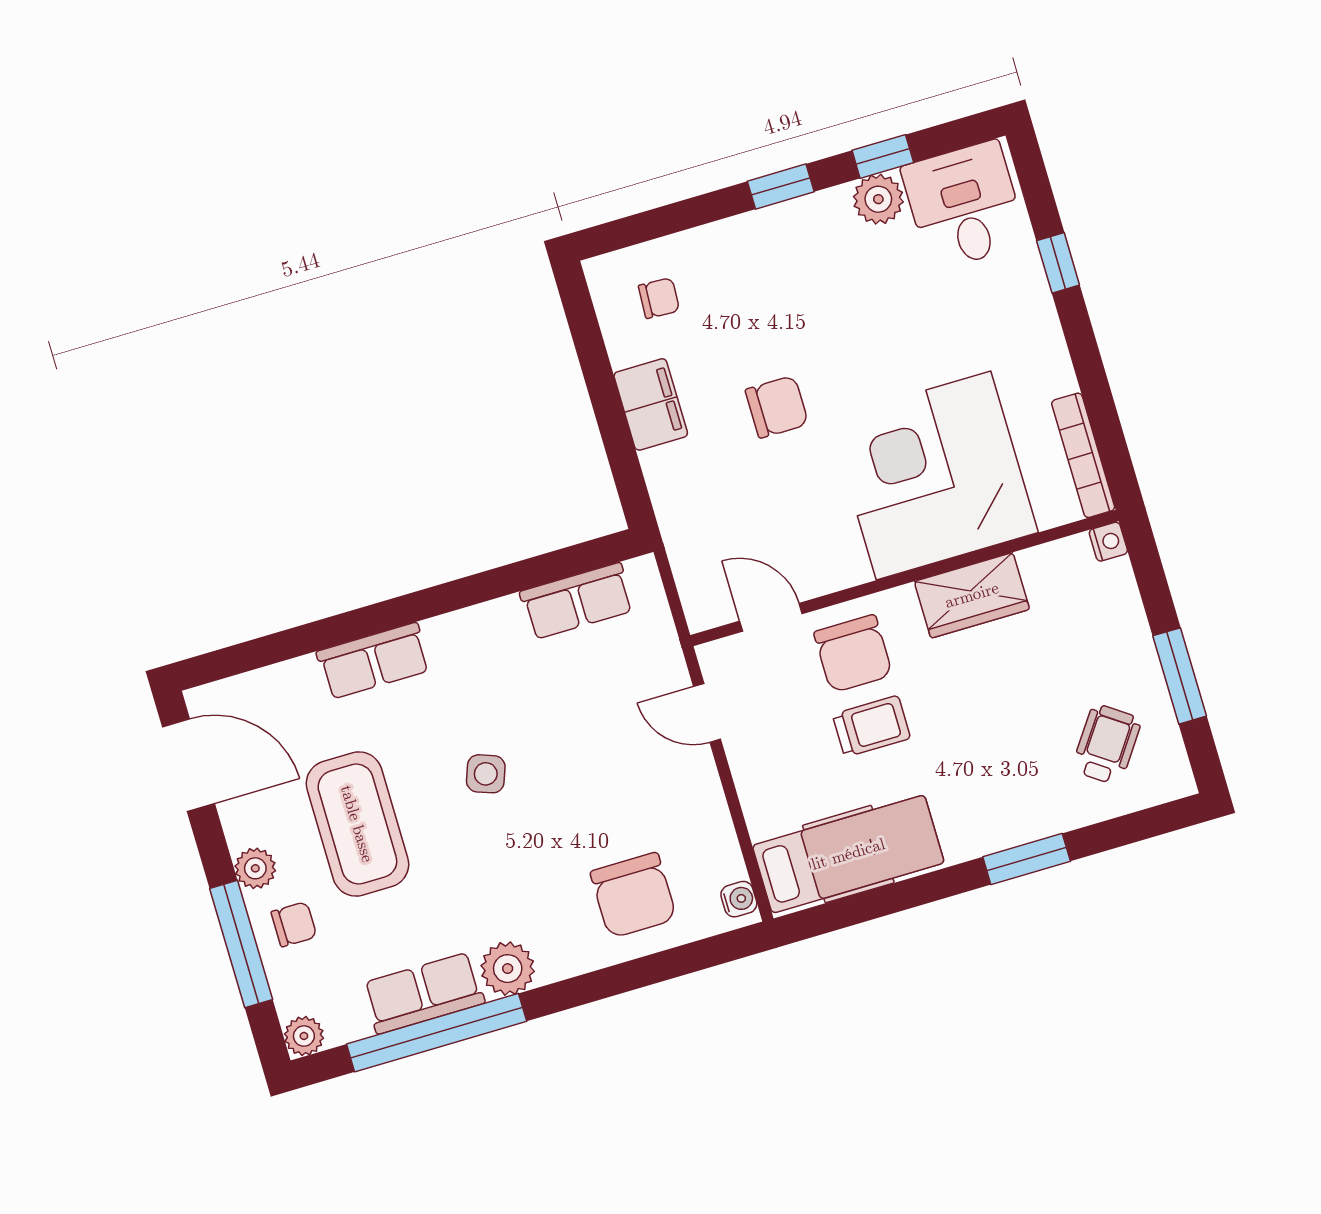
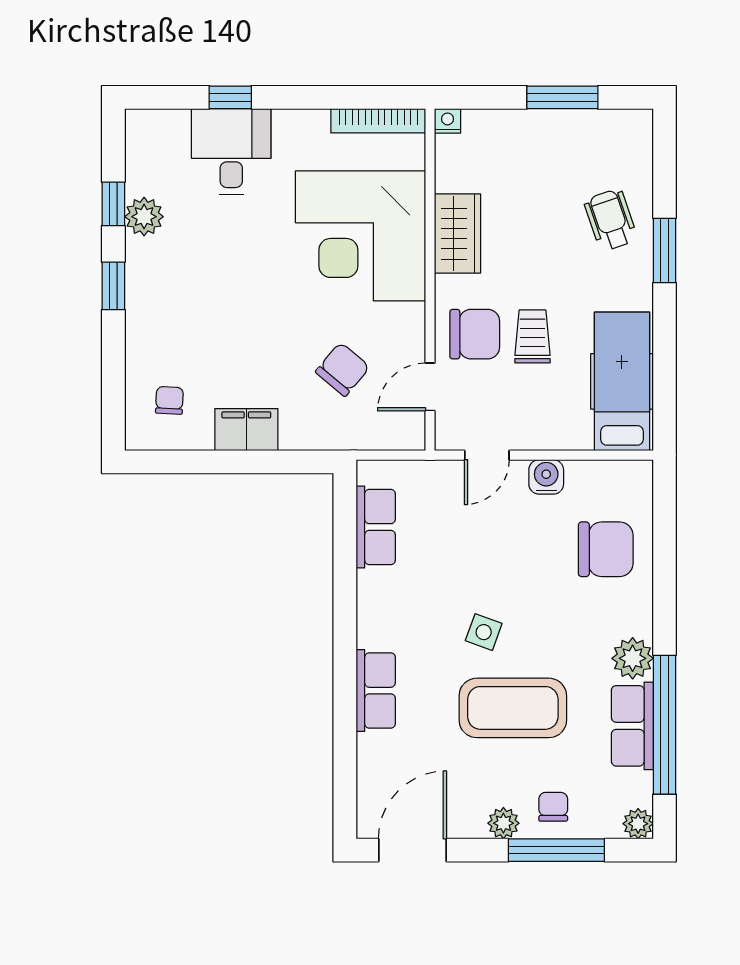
desk: (964, 206) -> (231, 151), moved, turned 90
chair: (777, 407) -> (343, 369), moved, turned 40
wheelchair: (1107, 744) -> (611, 220), moved, turned 36
coffee table: (357, 824) -> (513, 708), moved
water cooler: (739, 899) -> (546, 477), moved, width x1.38, depth x1.38

